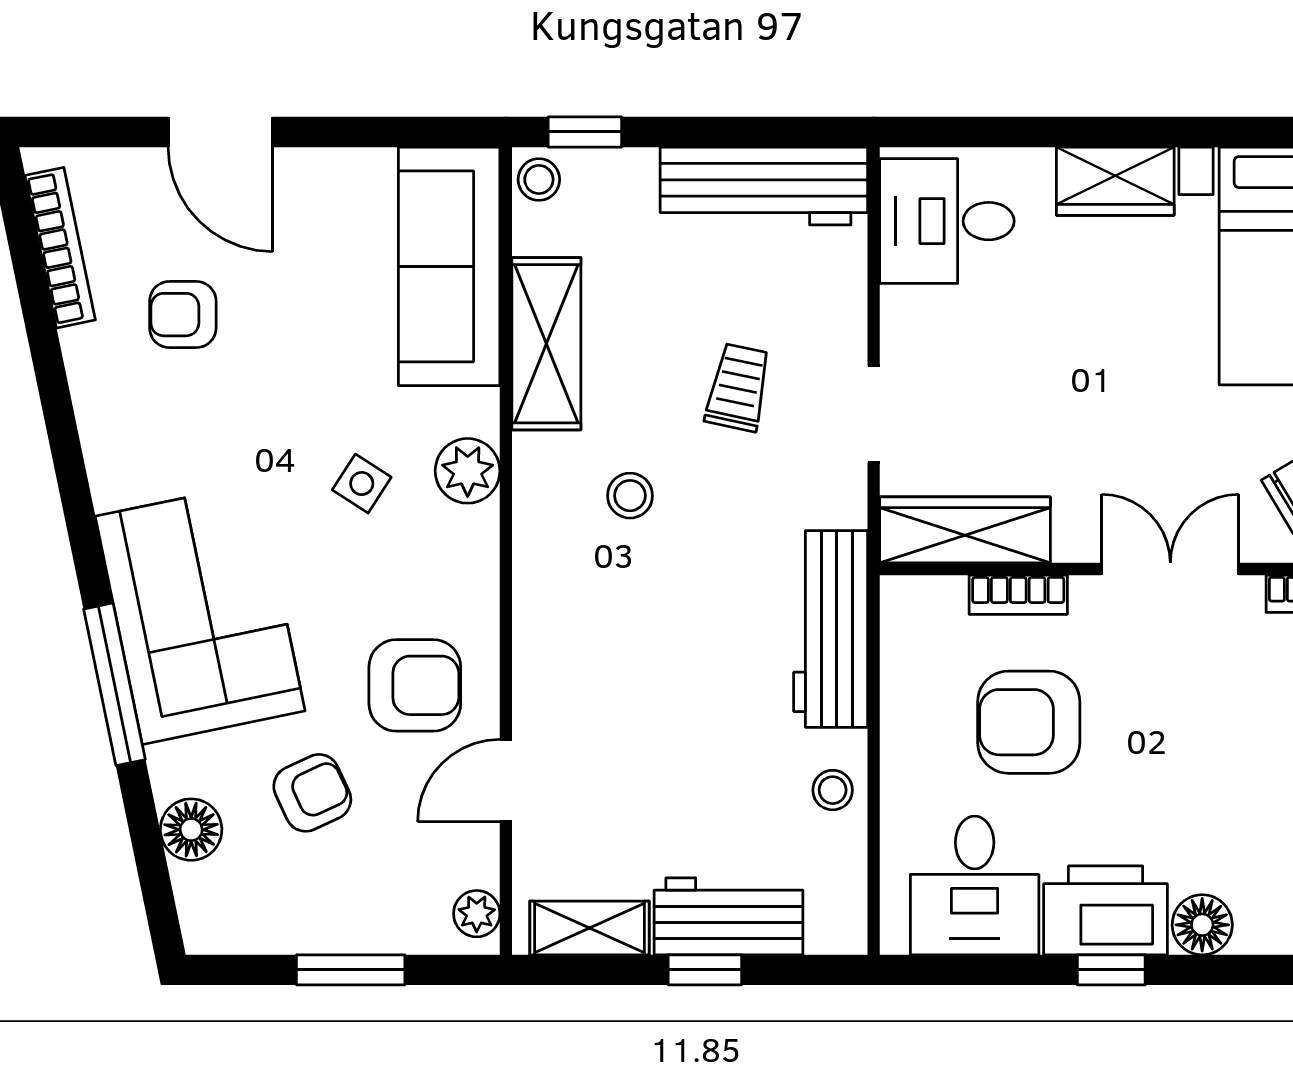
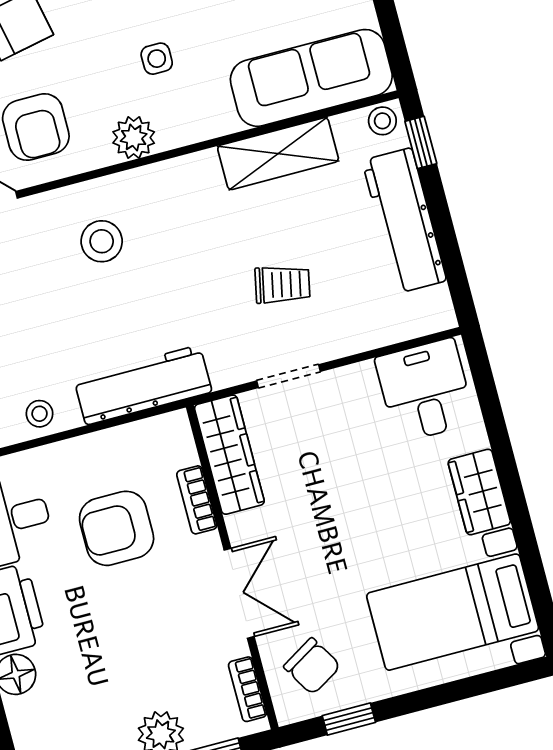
workbench: (764, 186) -> (404, 221), moved
plant: (468, 471) -> (134, 137), moved
side table: (362, 484) -> (157, 59), turned -33
stool: (630, 496) -> (102, 241), moved, width x1.37, depth x1.37
armchair: (1029, 722) -> (117, 528), turned -90

